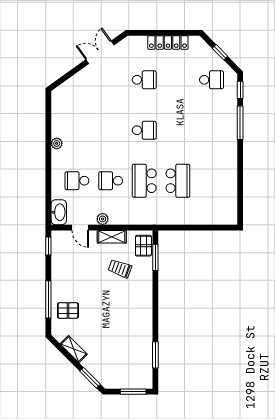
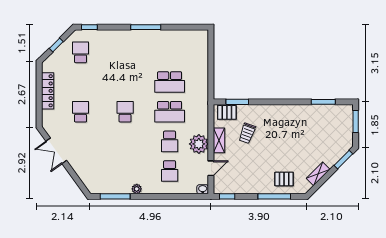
window: (48, 119) -> (115, 196), added
window: (240, 123) -> (146, 27), moved
school desk: (178, 181) -> (170, 82), turned 180
washbasin: (59, 212) -> (203, 189), width x0.52, depth x0.69
plant: (103, 219) -> (199, 144), width x1.88, depth x1.88
pallet: (68, 310) -> (284, 179), turned 90

